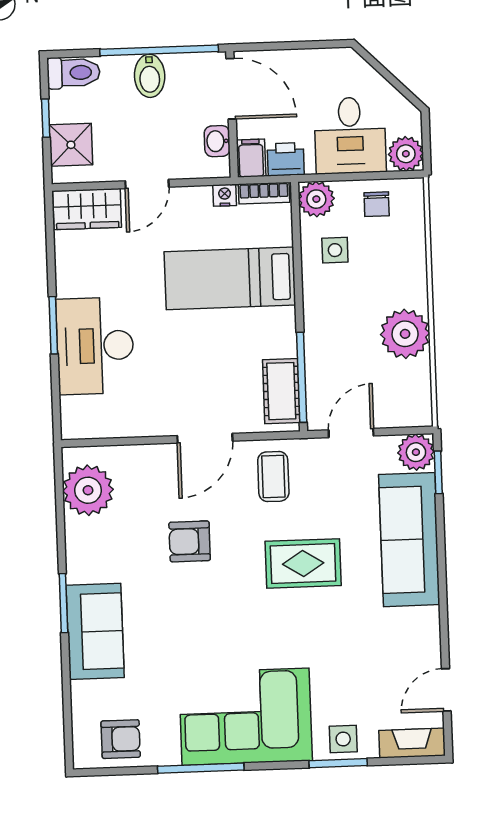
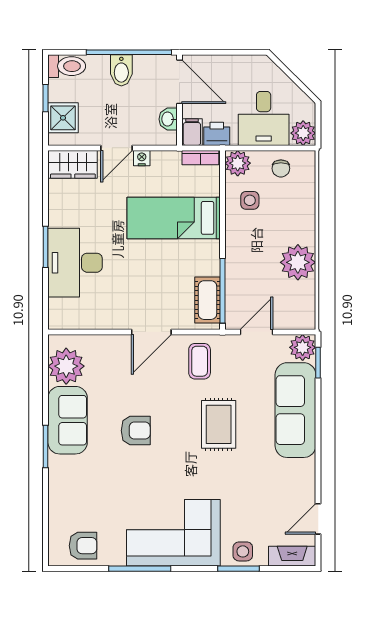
nightstand: (225, 195) -> (142, 158), moved
armchair: (190, 541) -> (136, 431), moved, turned 180
rug: (303, 563) -> (219, 424), turned 90
sofa: (95, 631) -> (68, 420), moved

